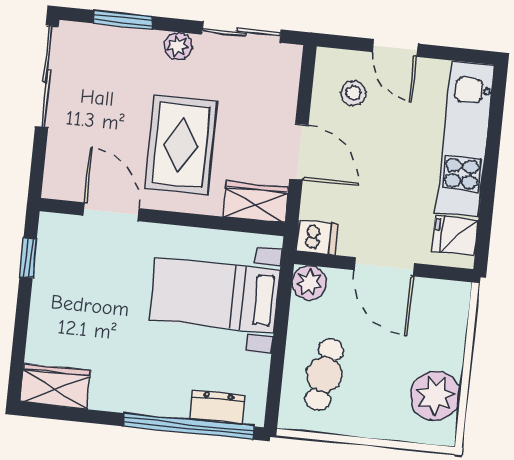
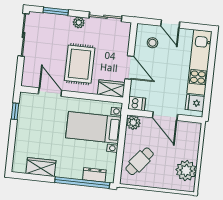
cafe table: (325, 375) -> (140, 161), turned 30
wardrobe: (55, 386) -> (41, 167), moved

